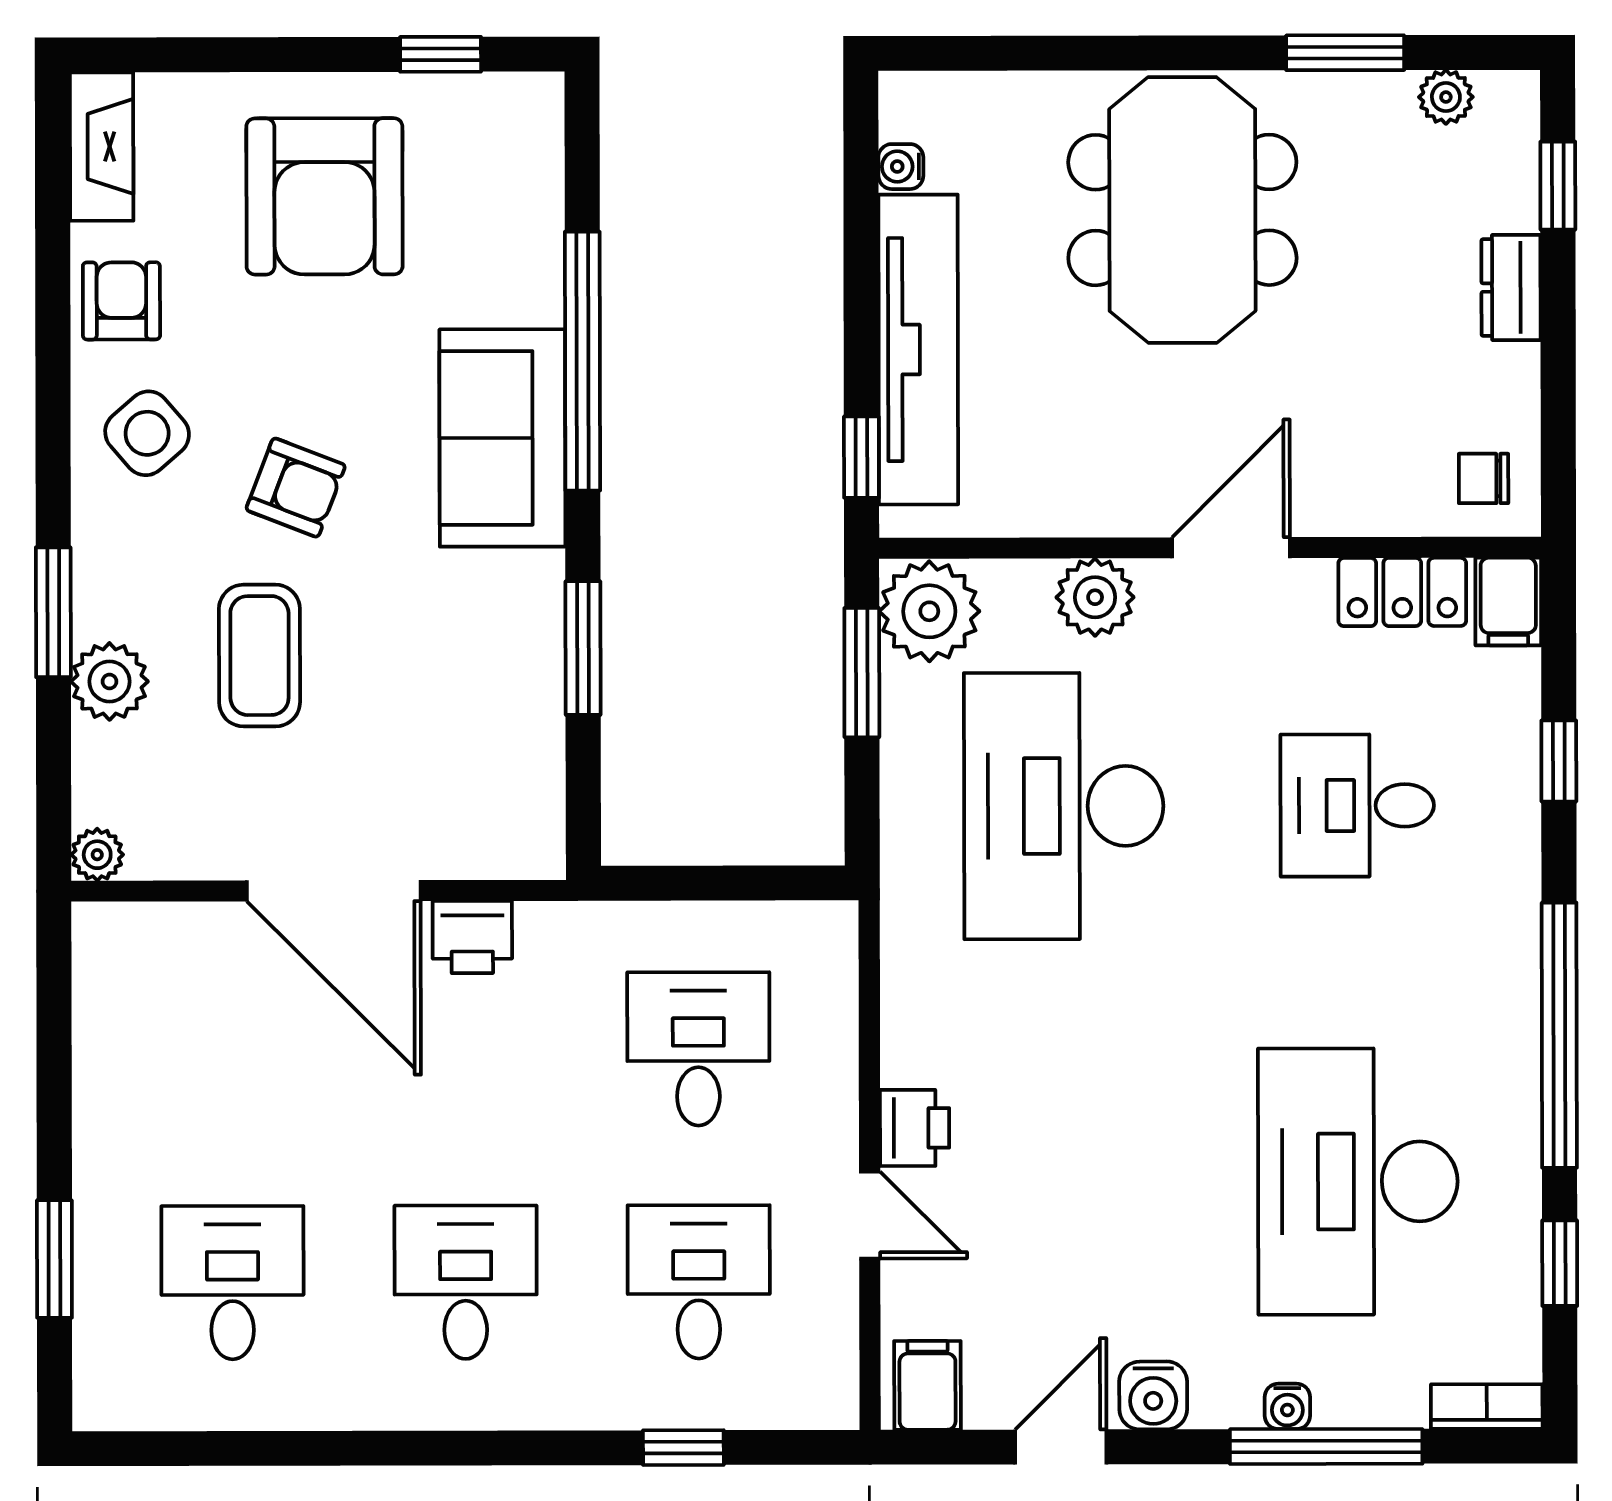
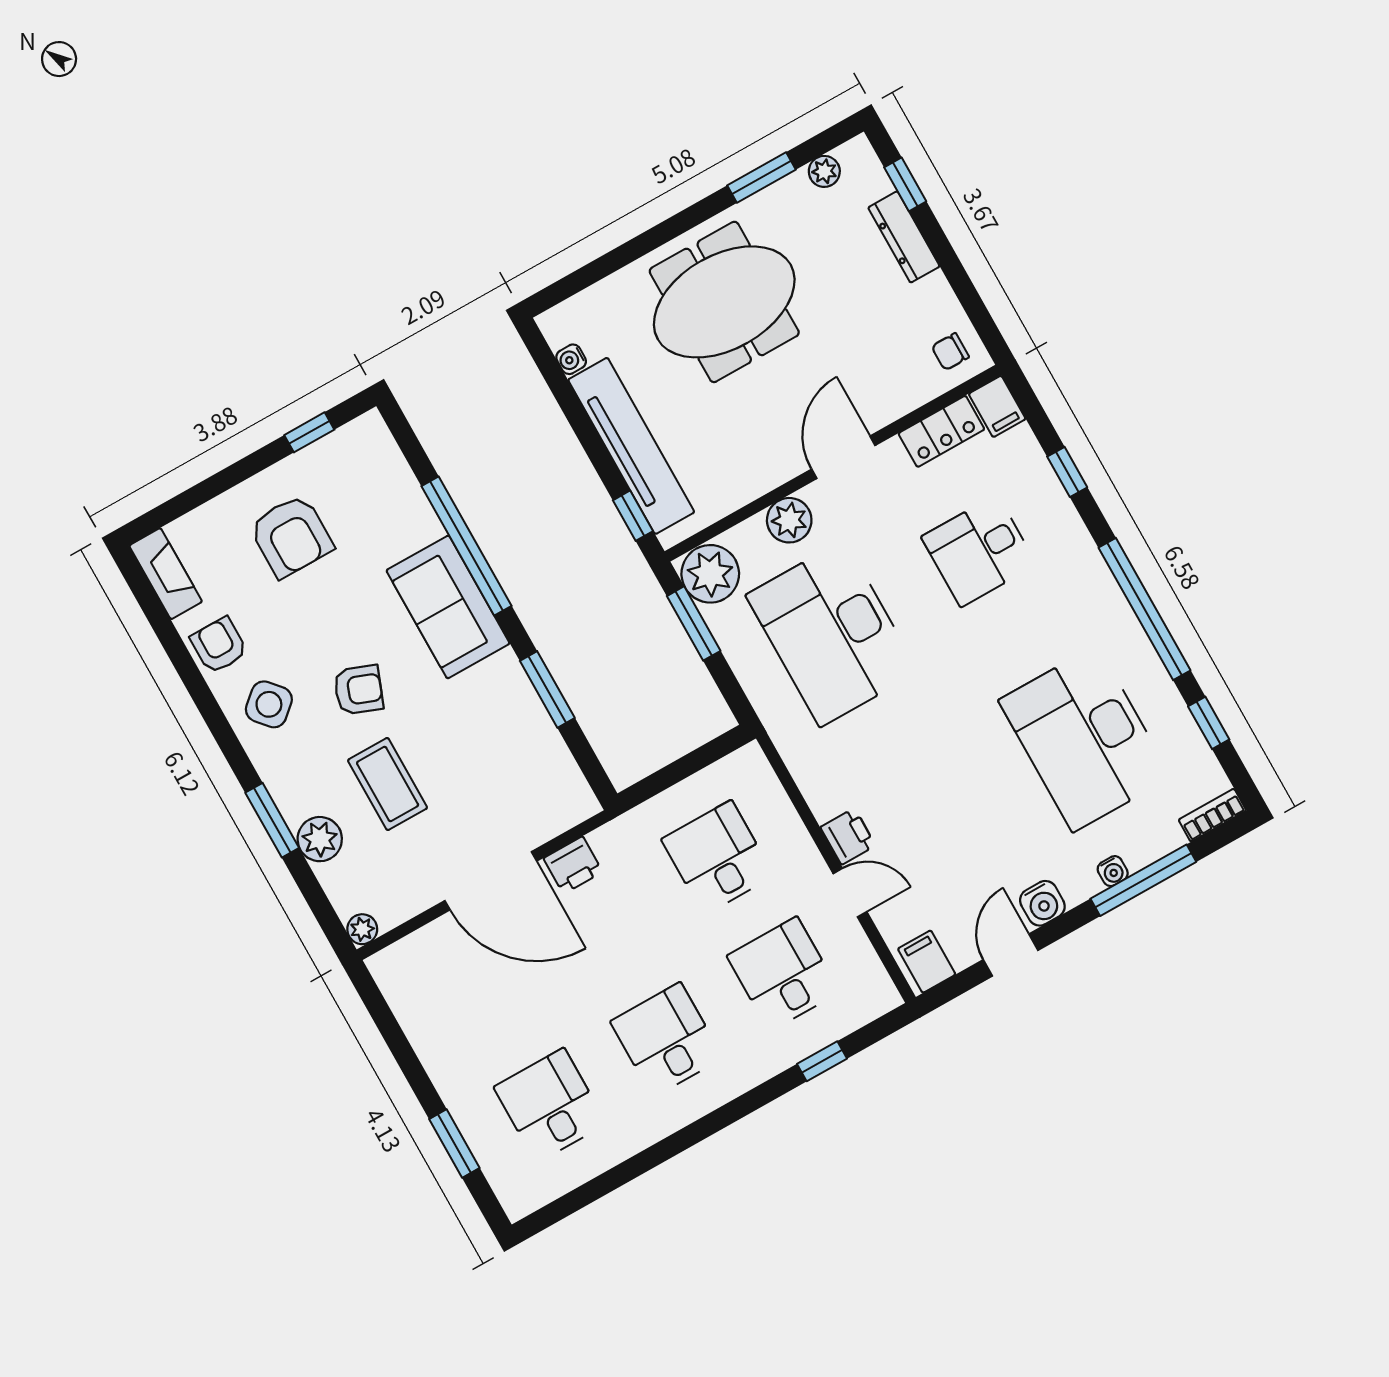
armchair: (324, 196) -> (291, 536), width x0.73, depth x0.73
meeting table: (1182, 210) -> (724, 302), turned 90
dresser: (1511, 288) -> (904, 237), width x1.44

